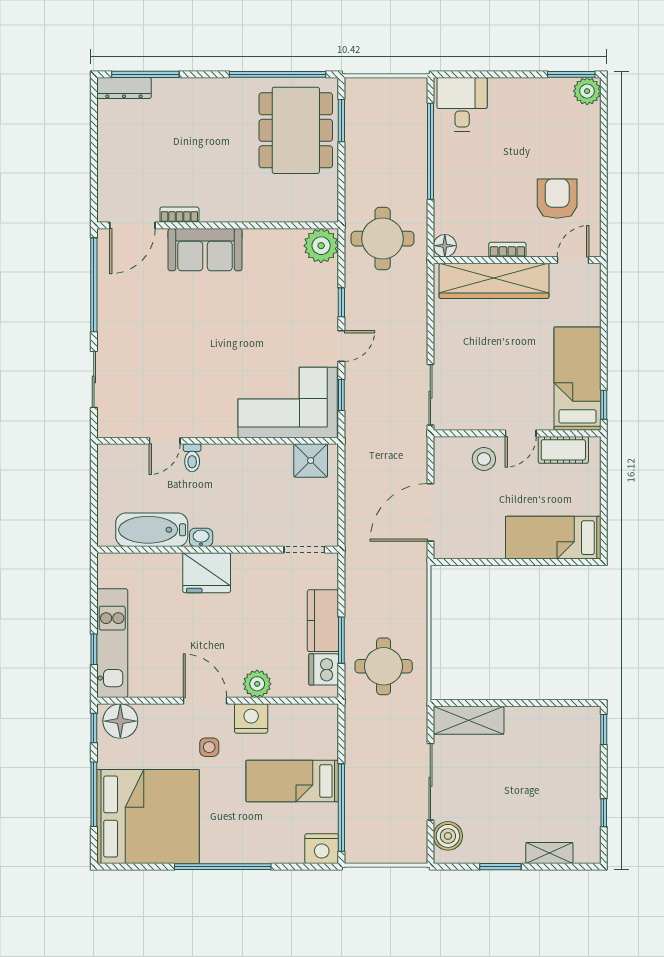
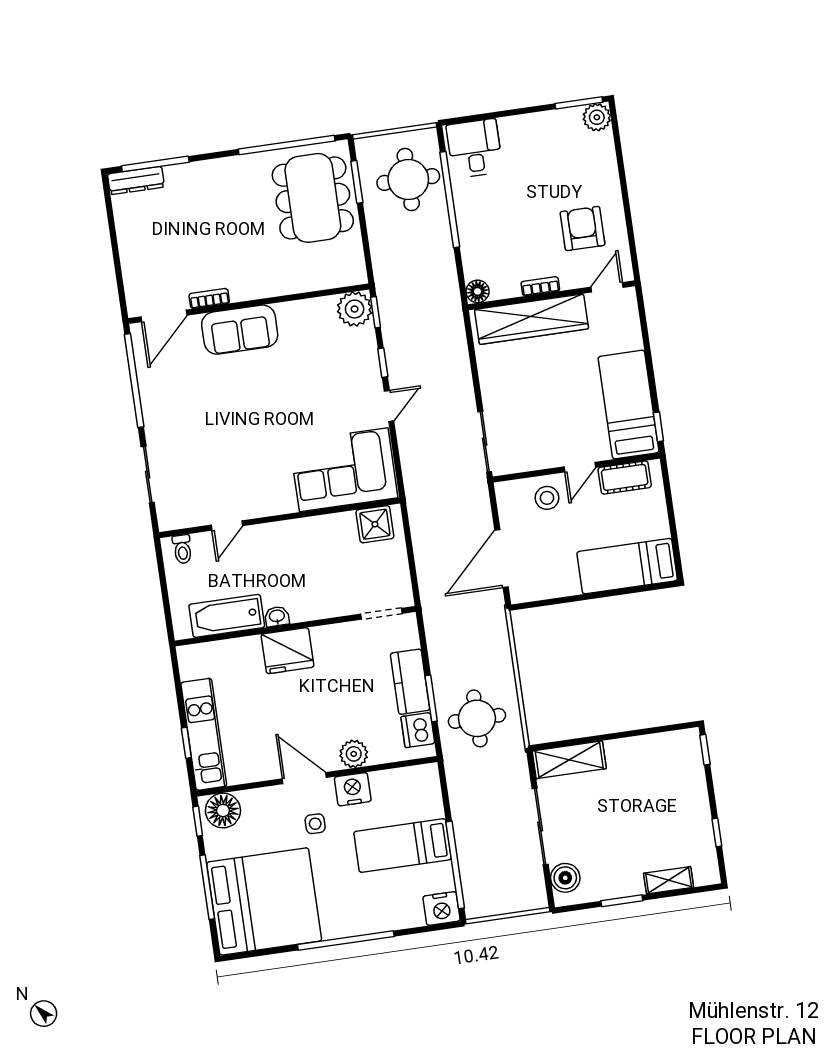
round table: (383, 239) -> (408, 180), moved
window: (341, 395) -> (376, 312), moved
toilet: (192, 458) -> (182, 549), moved

